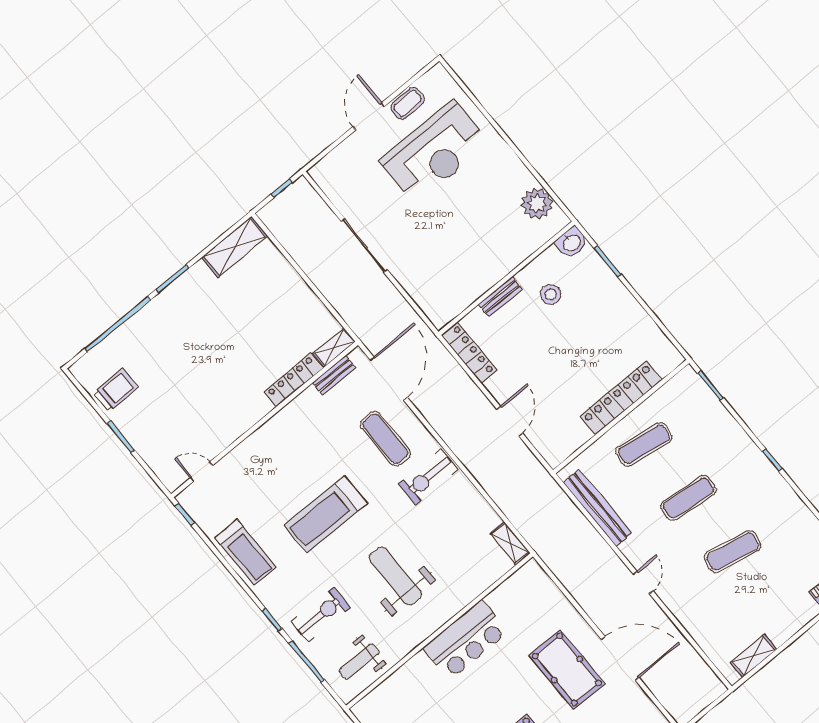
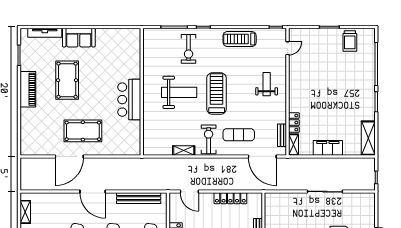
filing cabinet: (297, 294) -> (328, 148), added
locker: (469, 353) -> (230, 198), moved
locker: (293, 380) -> (294, 123), width x0.66
door: (510, 421) -> (189, 192), moved
treadmill: (326, 514) -> (217, 94), moved
shelving: (510, 543) -> (184, 150), moved
door: (643, 583) -> (93, 192), width x1.88
weight bench: (359, 662) -> (267, 84), moved

